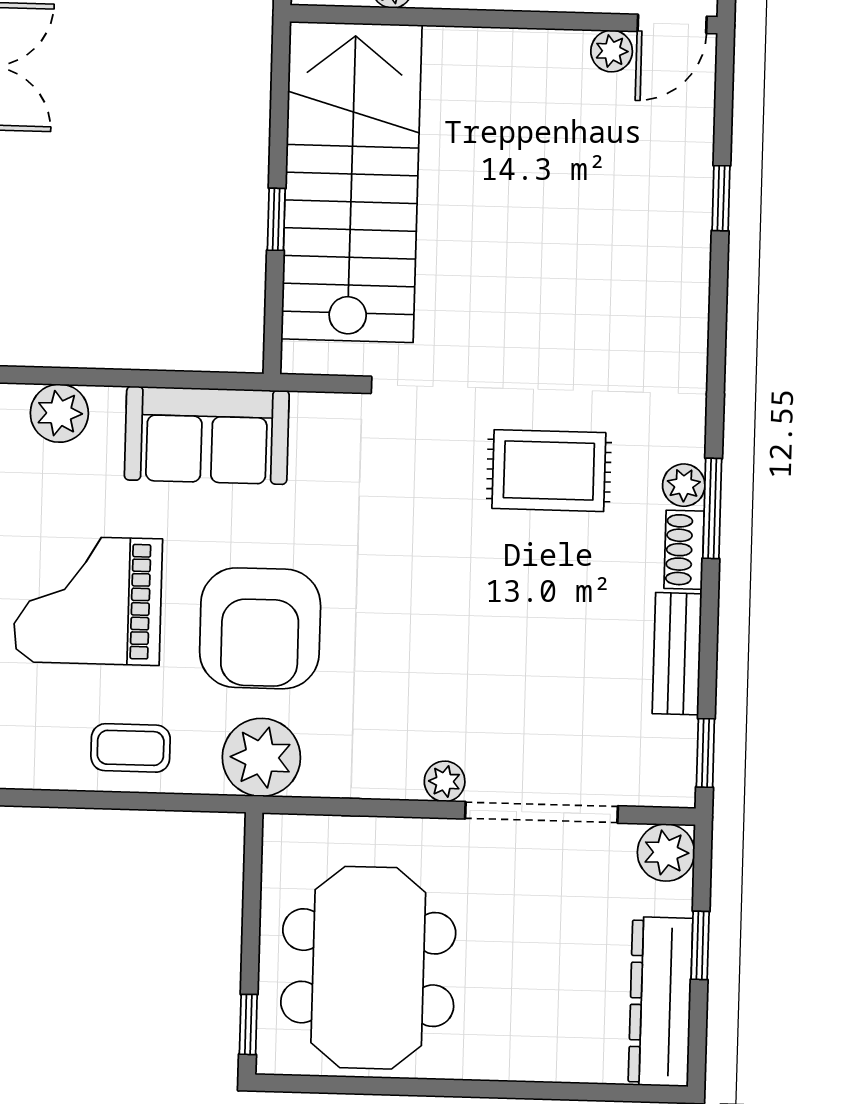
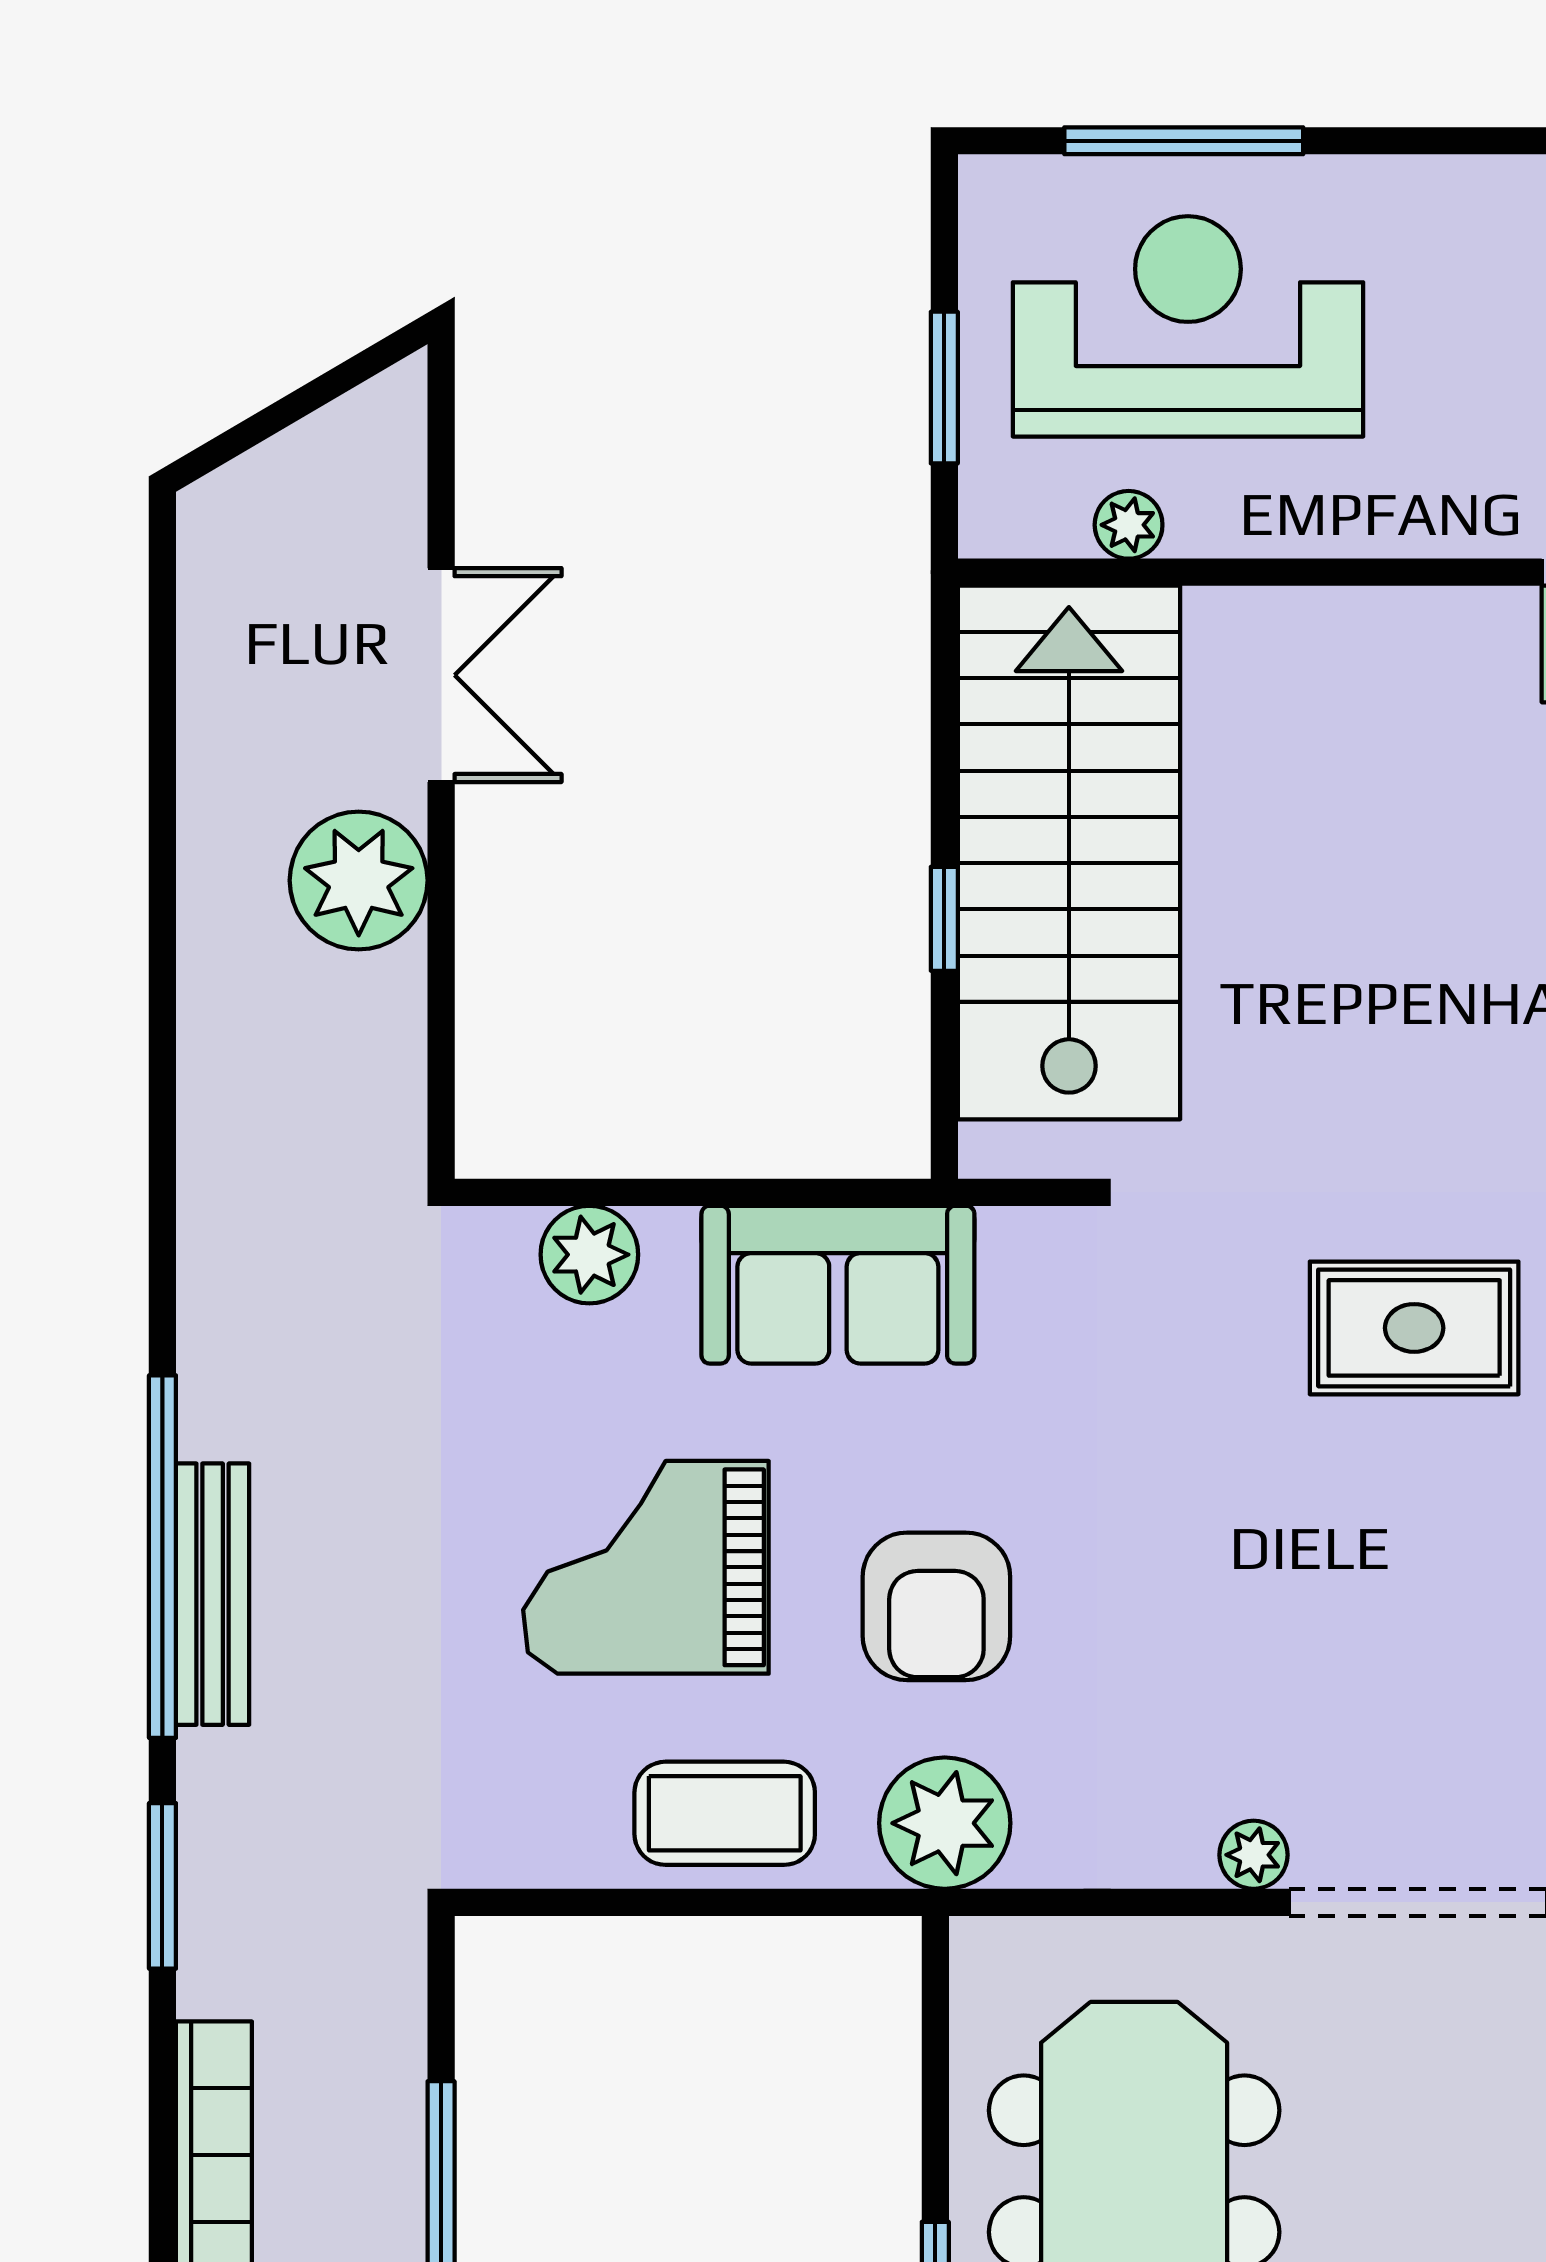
plant: (612, 51) -> (1500, 621), removed
armchair: (260, 628) -> (936, 1606), width x0.73, depth x0.73
coffee table: (131, 748) -> (725, 1813), width x1.36, depth x1.30

